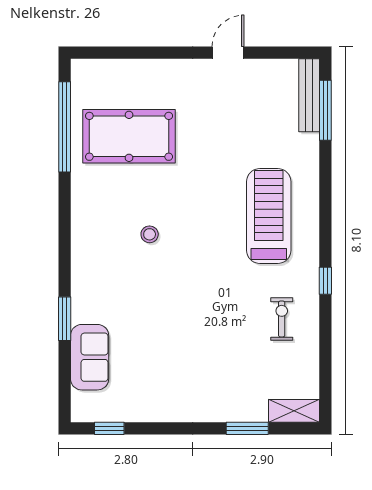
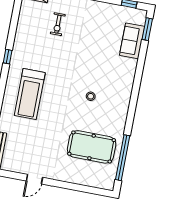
window: (65, 319) -> (147, 29), moved
exercise bike: (282, 319) -> (58, 24), moved

